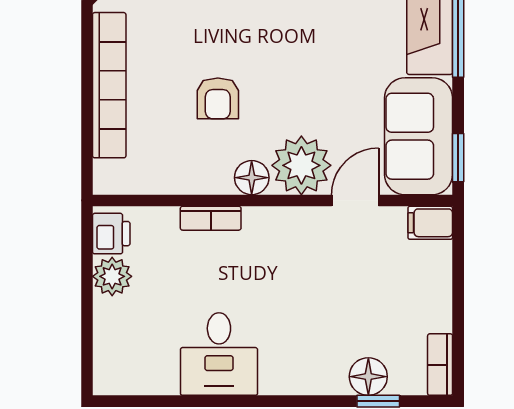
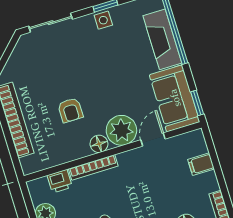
bookcase: (211, 218) -> (93, 167), width x1.56
filing cabinet: (430, 223) -> (201, 164), moved
printer: (111, 234) -> (60, 181), moved, turned 90

